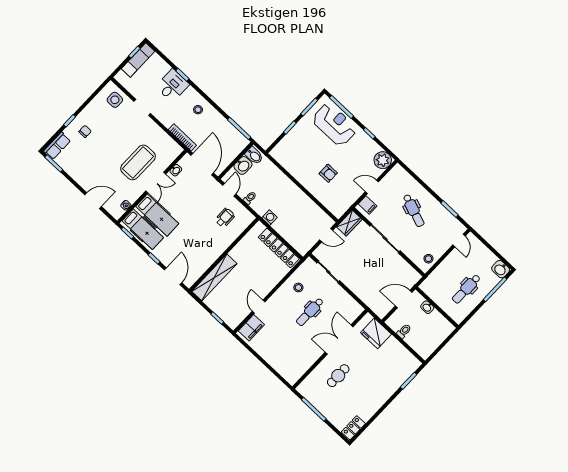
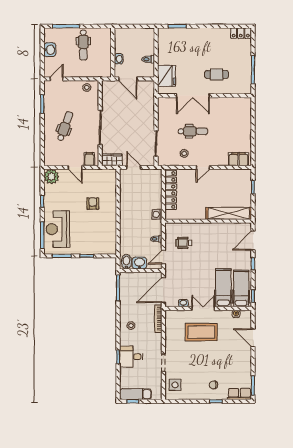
washbasin: (501, 269) -> (50, 50), moved
dental chair: (466, 289) -> (83, 45), turned 90
door: (259, 307) -> (203, 167), moved

